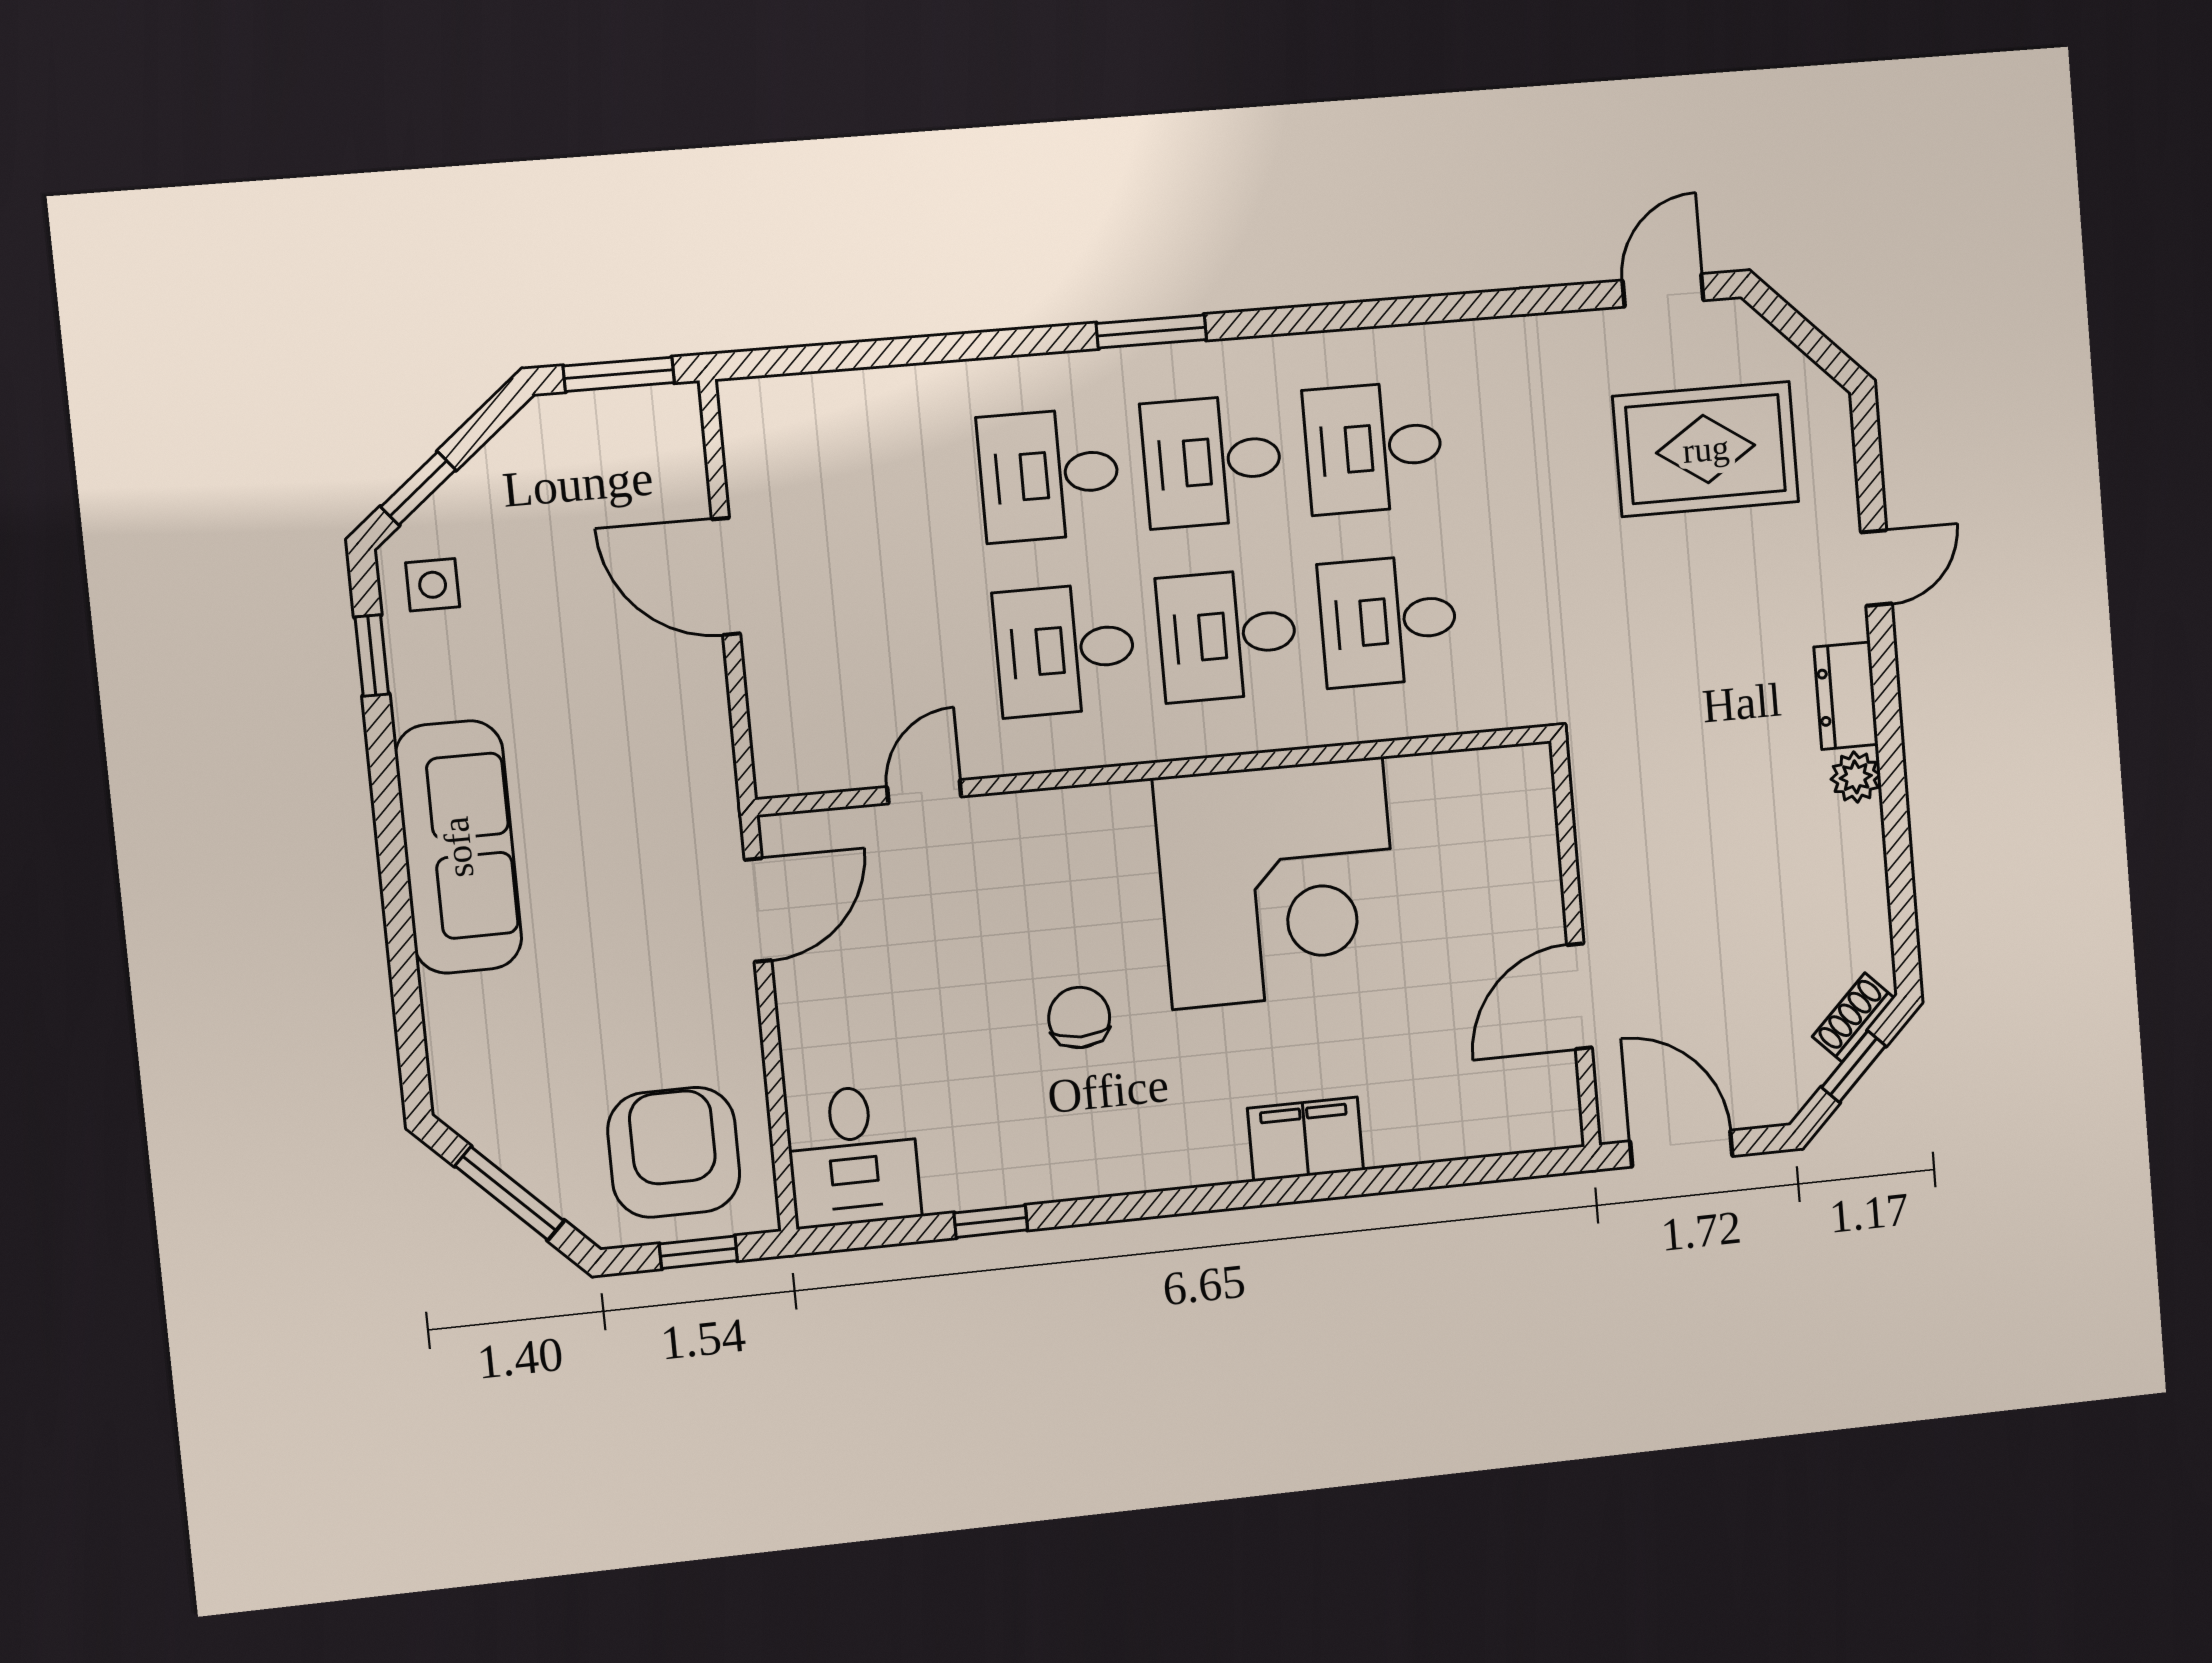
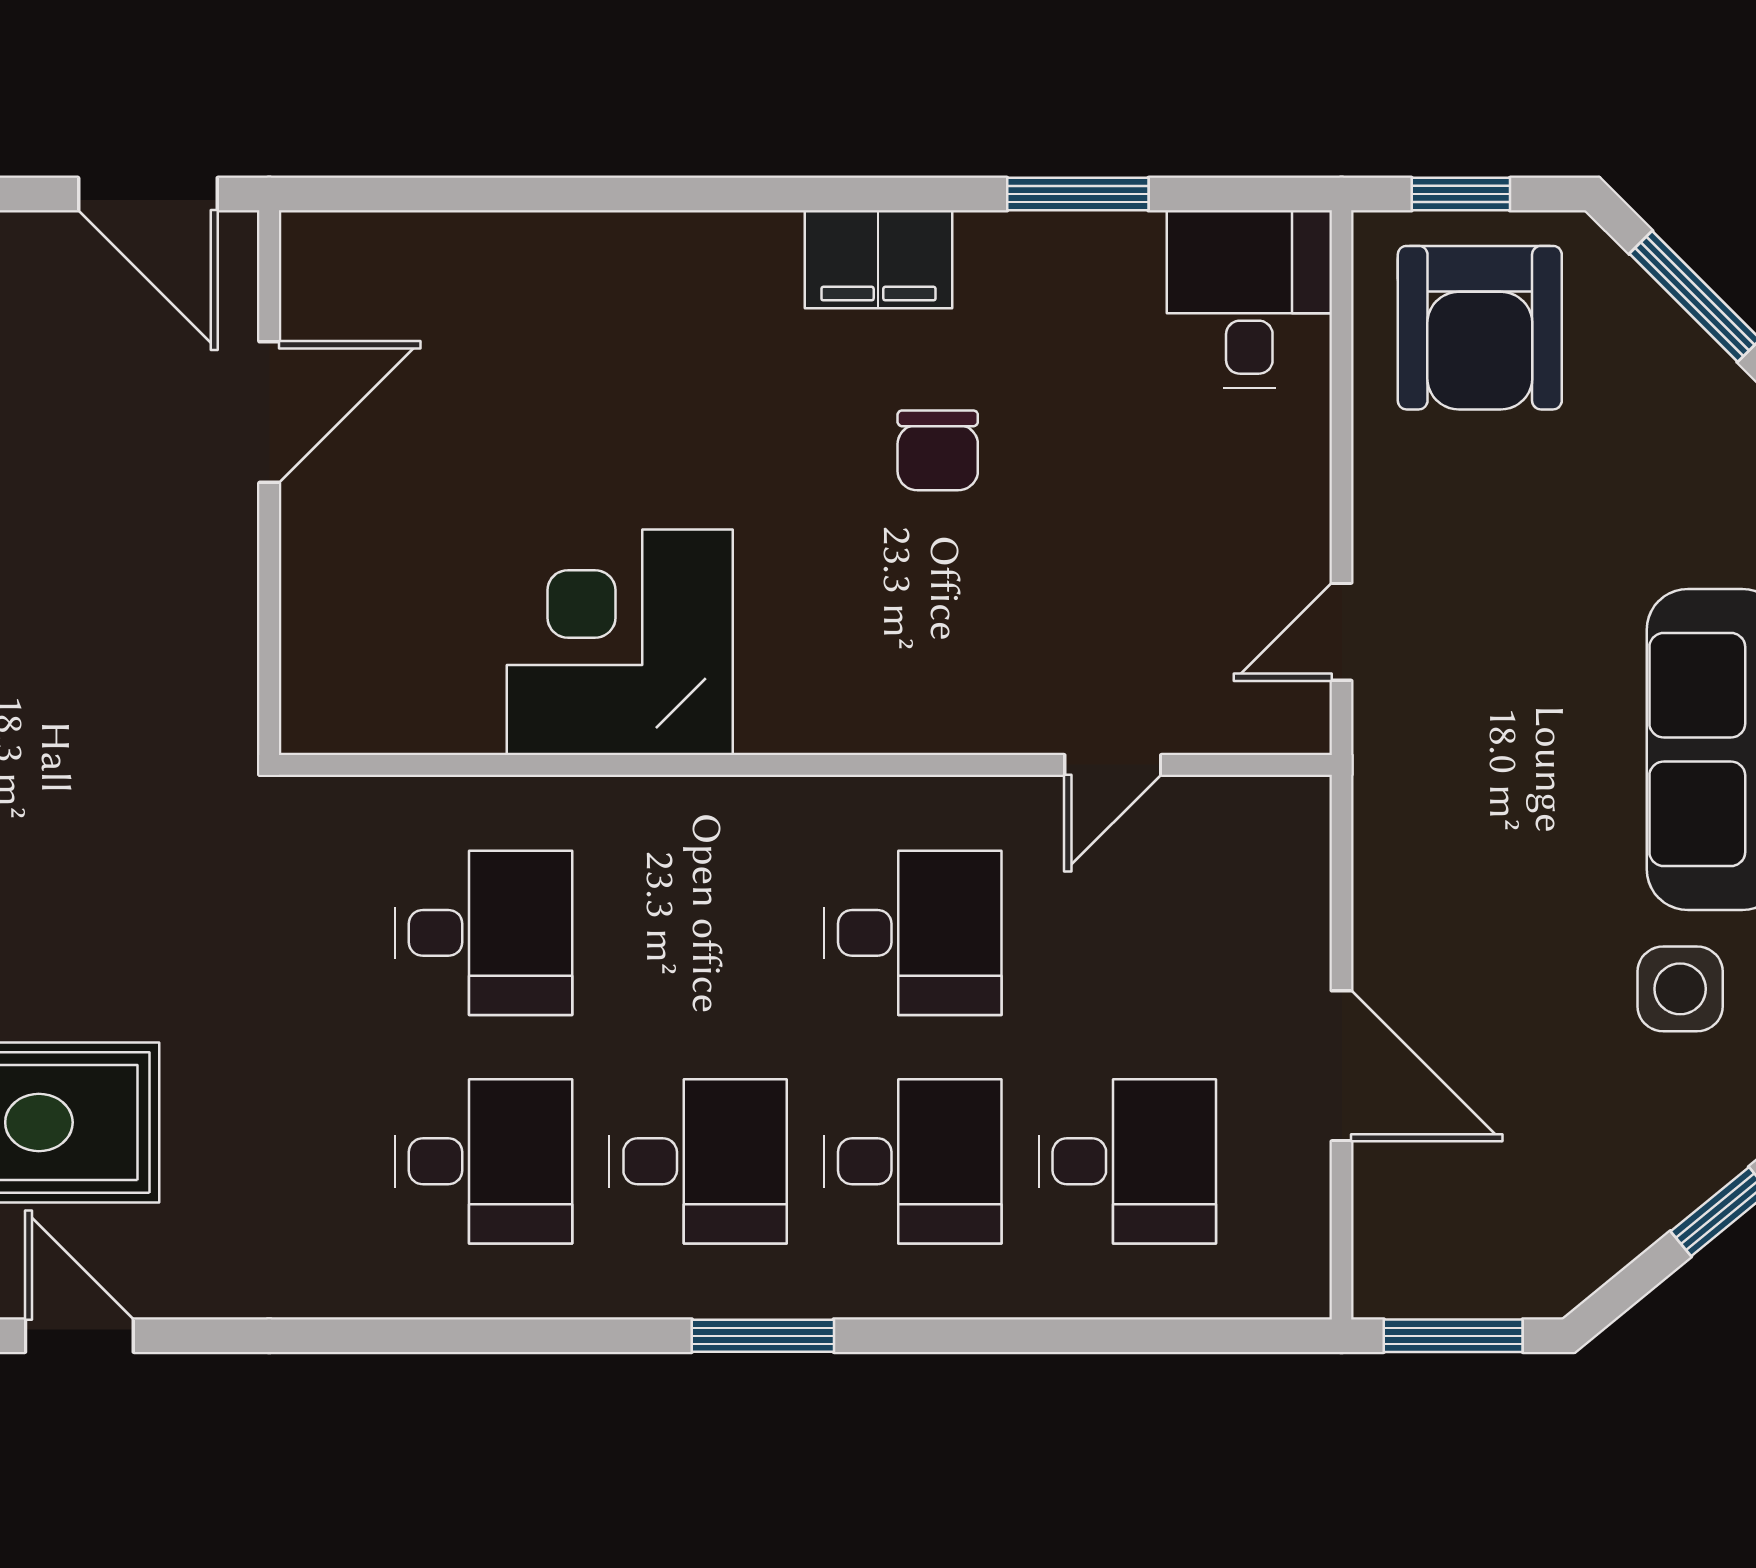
door: (1663, 290) -> (79, 1336), swing flipped
side table: (433, 585) -> (1680, 989), moved, width x1.37, depth x1.37
desk: (1227, 635) -> (1127, 1161), moved
corner desk: (1278, 883) -> (620, 642), width x0.74, depth x0.74
door: (758, 910) -> (1342, 632), width x0.73
filing cabinet: (1306, 1139) -> (878, 259), moved
window: (991, 1221) -> (1078, 194), width x1.50

